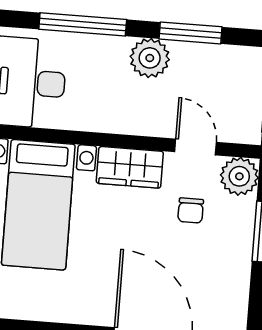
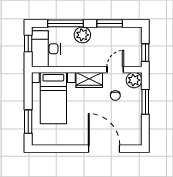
plant: (150, 58) -> (82, 35), moved
door: (196, 147) -> (115, 70), hinge flipped

